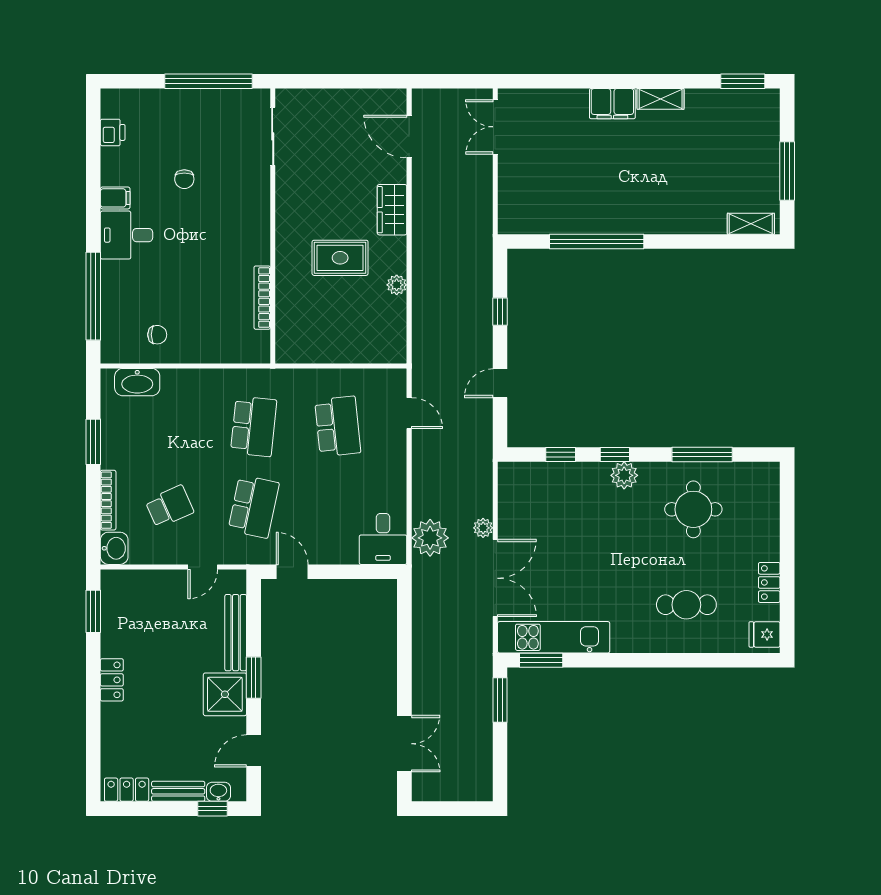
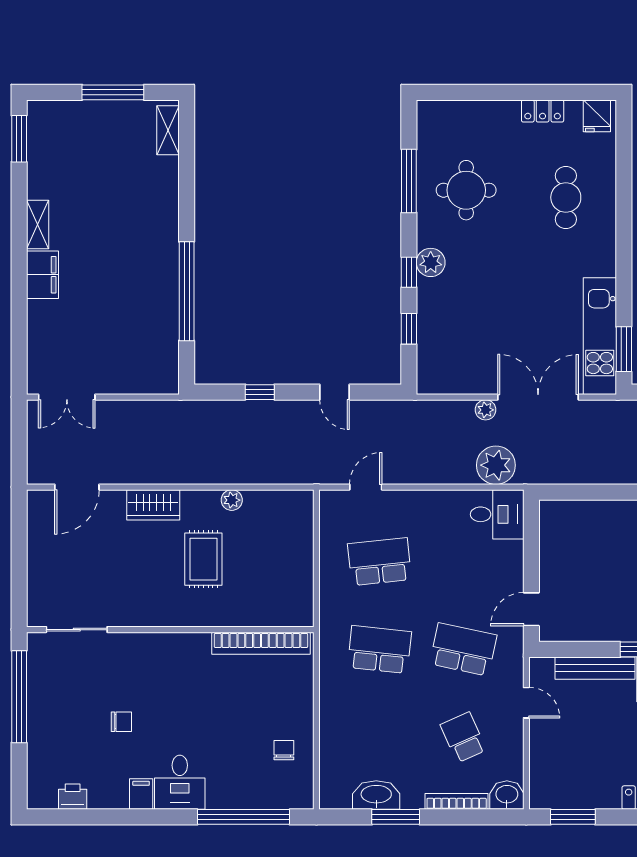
bookcase: (262, 298) -> (261, 643), width x1.48, depth x1.31
washbasin: (137, 382) -> (376, 795), moved, turned -90

